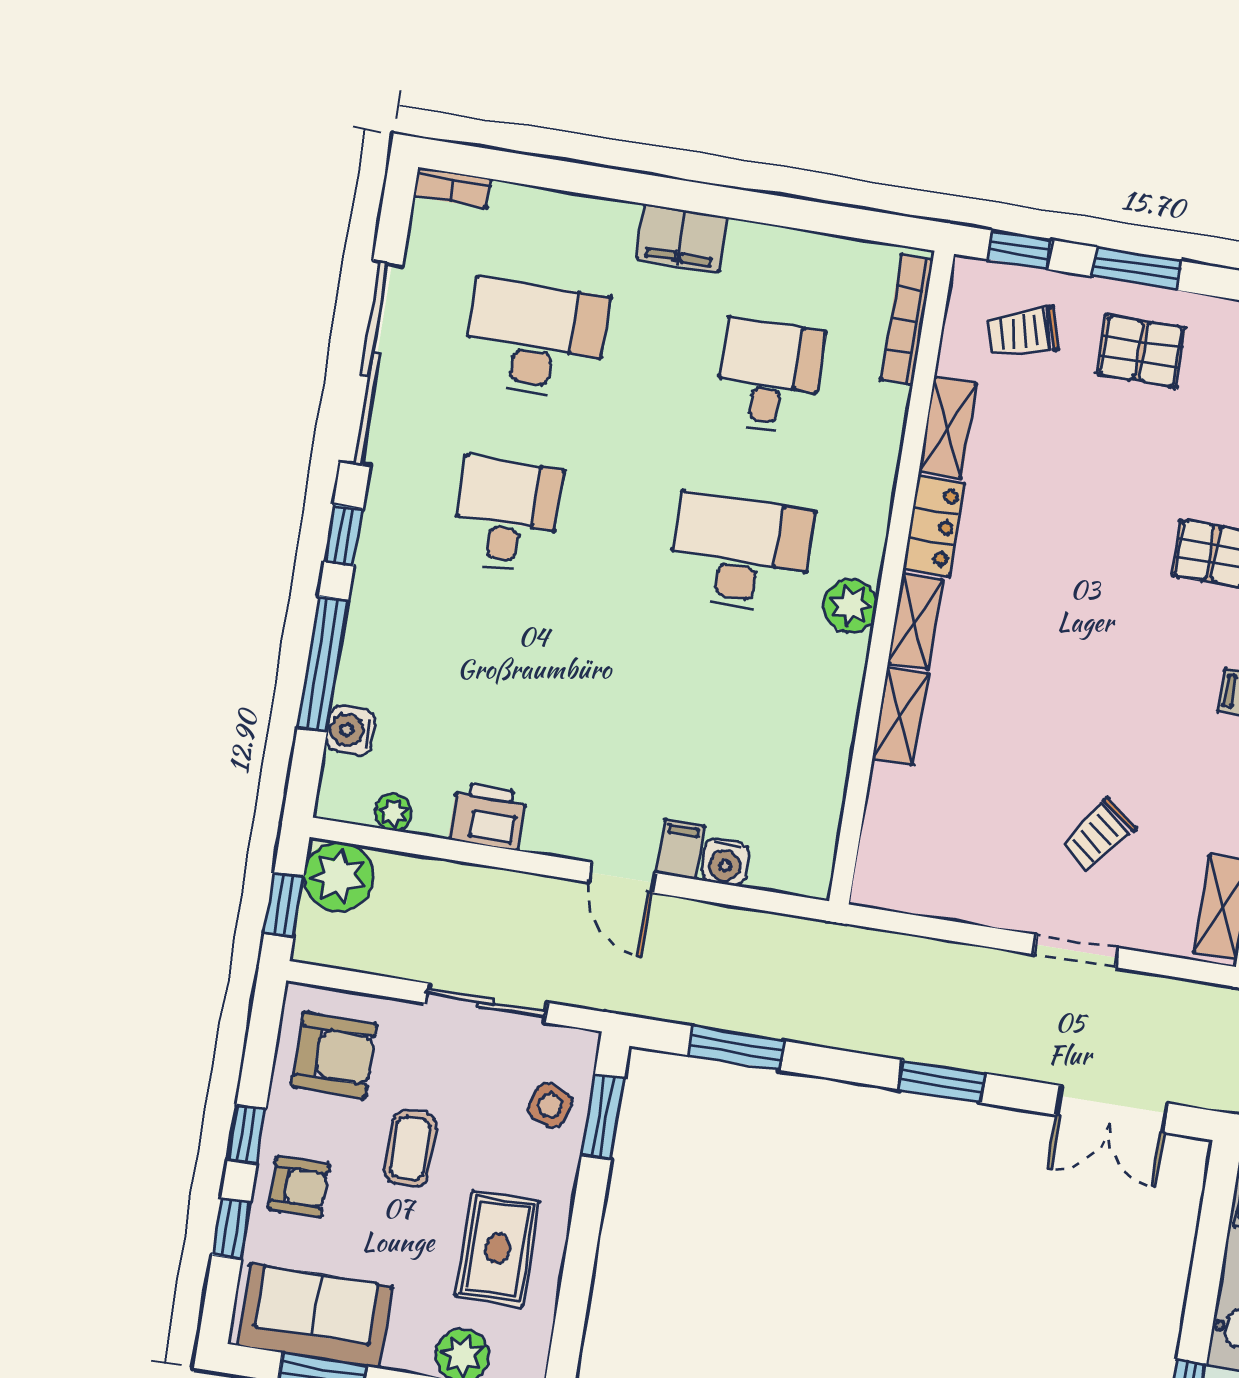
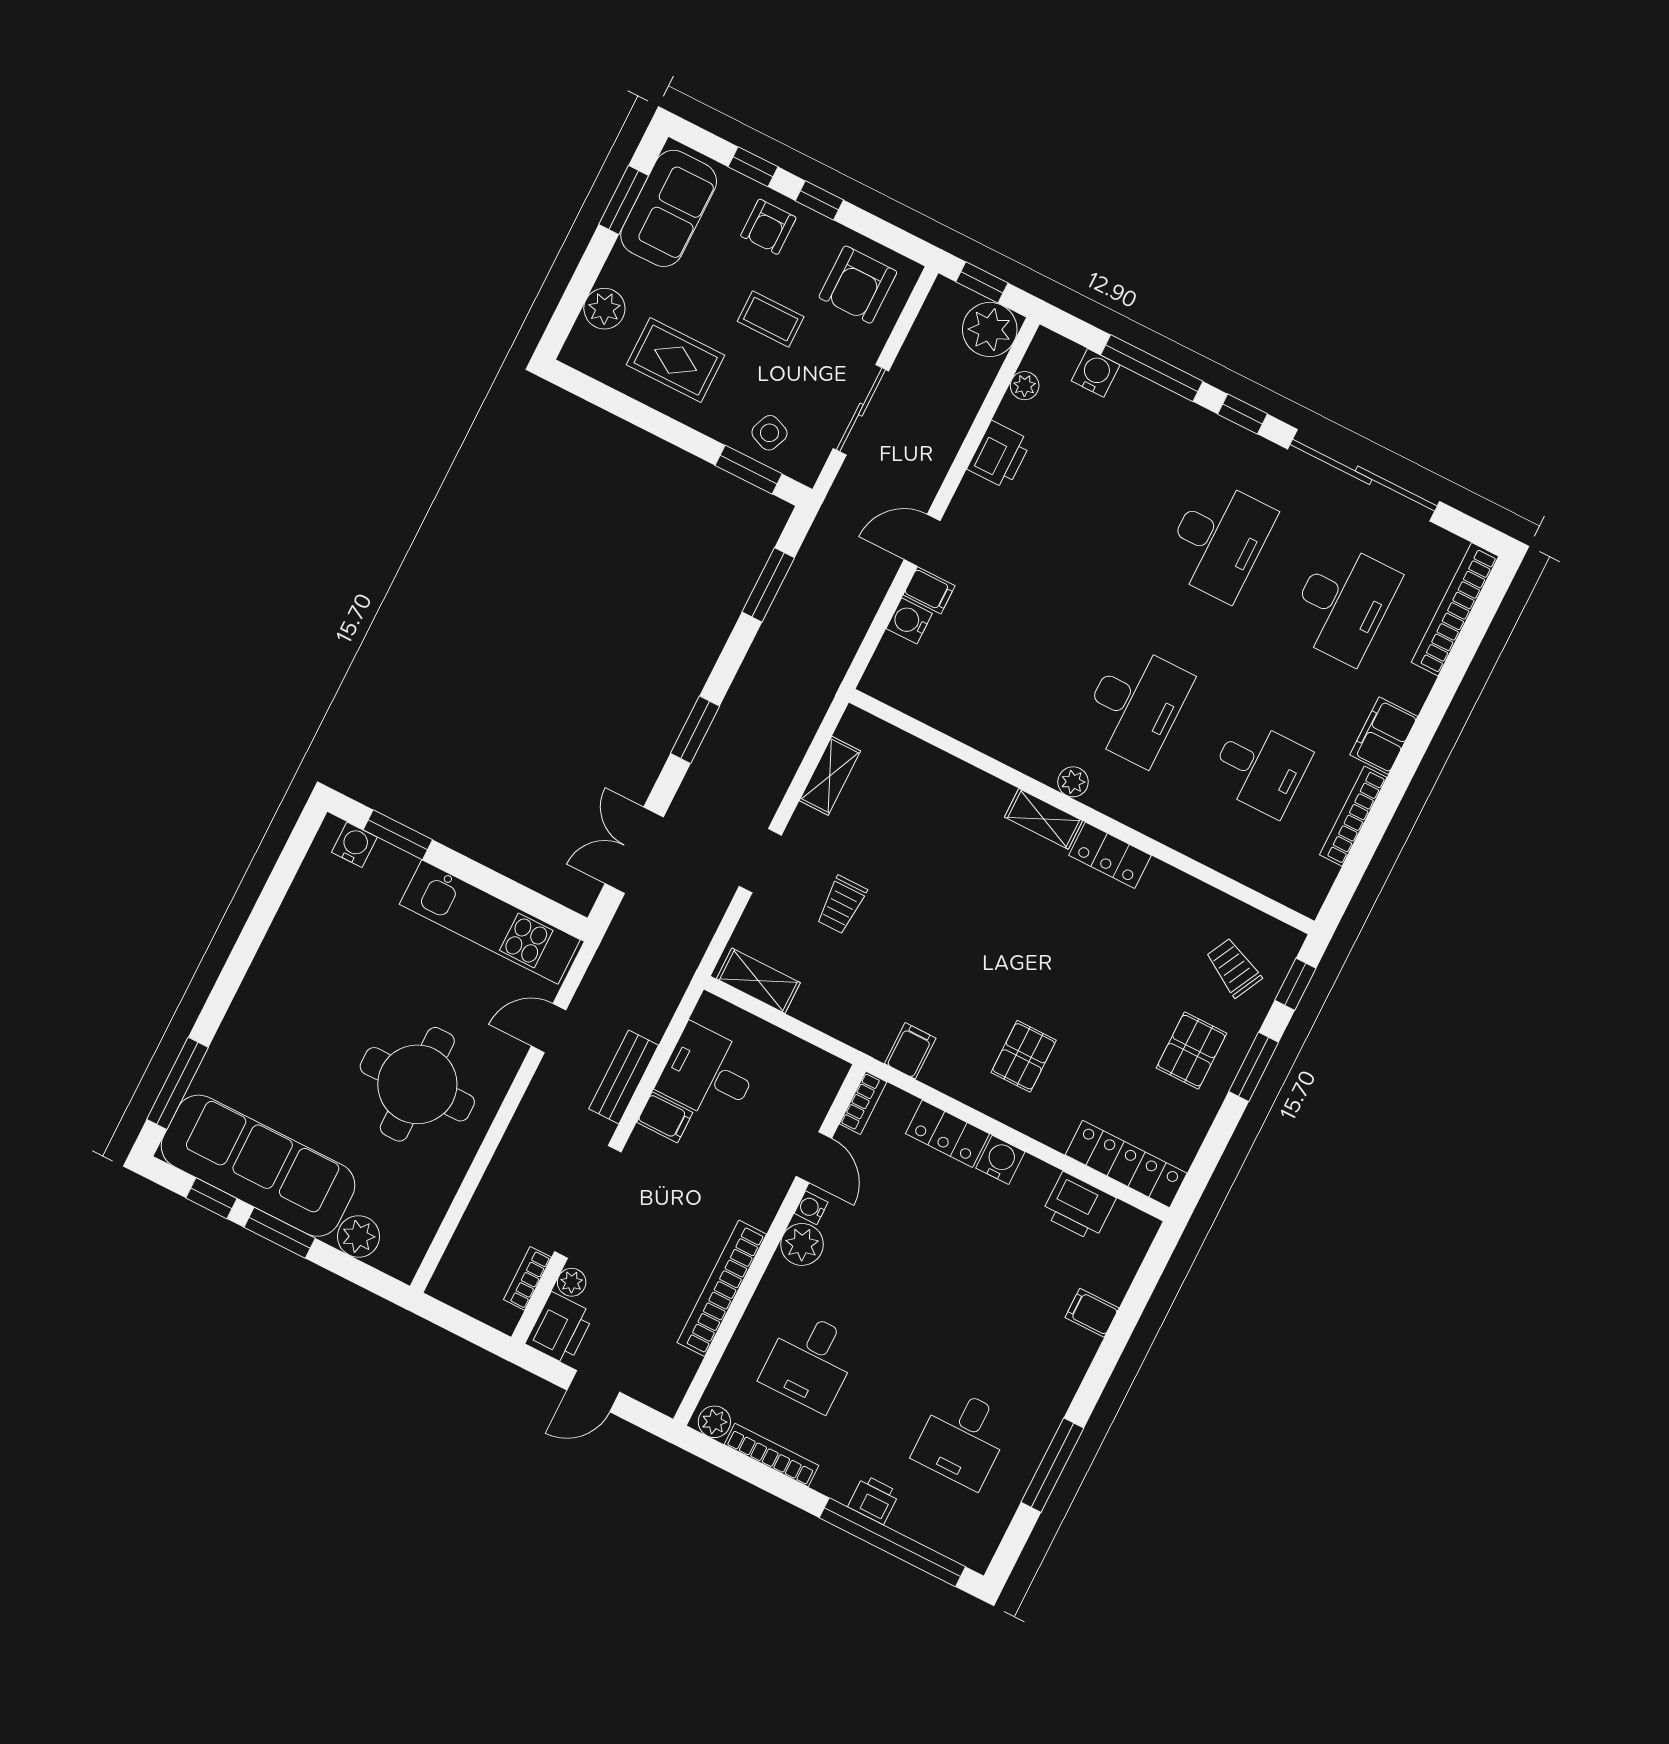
bookcase: (452, 188) -> (1455, 609), width x2.31, depth x1.31
bookcase: (907, 320) -> (1353, 816), moved, turned -90
trolley: (1023, 332) -> (1234, 968), turned -47
shelving: (948, 427) -> (1180, 889), removed
desk: (507, 515) -> (1219, 540), width x1.37
plant: (850, 606) -> (1073, 782), width x0.73, depth x0.73
shelving: (900, 716) -> (830, 776), moved, turned 90
trolley: (1098, 835) -> (841, 905), turned -127

